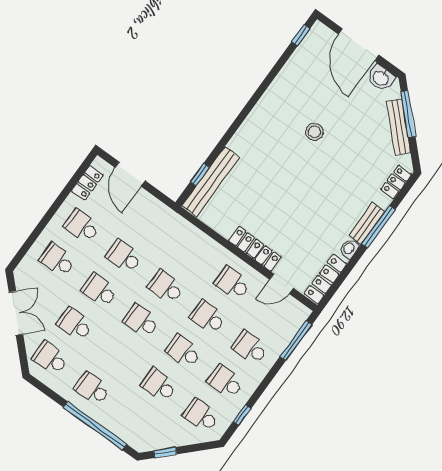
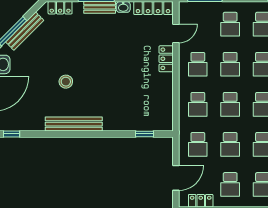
bench: (211, 181) -> (74, 124), moved
school desk: (148, 223) -> (198, 144), added
locker: (255, 249) -> (166, 59), width x0.66
school desk: (190, 253) -> (198, 104), added
door: (281, 284) -> (176, 33), hinge flipped

